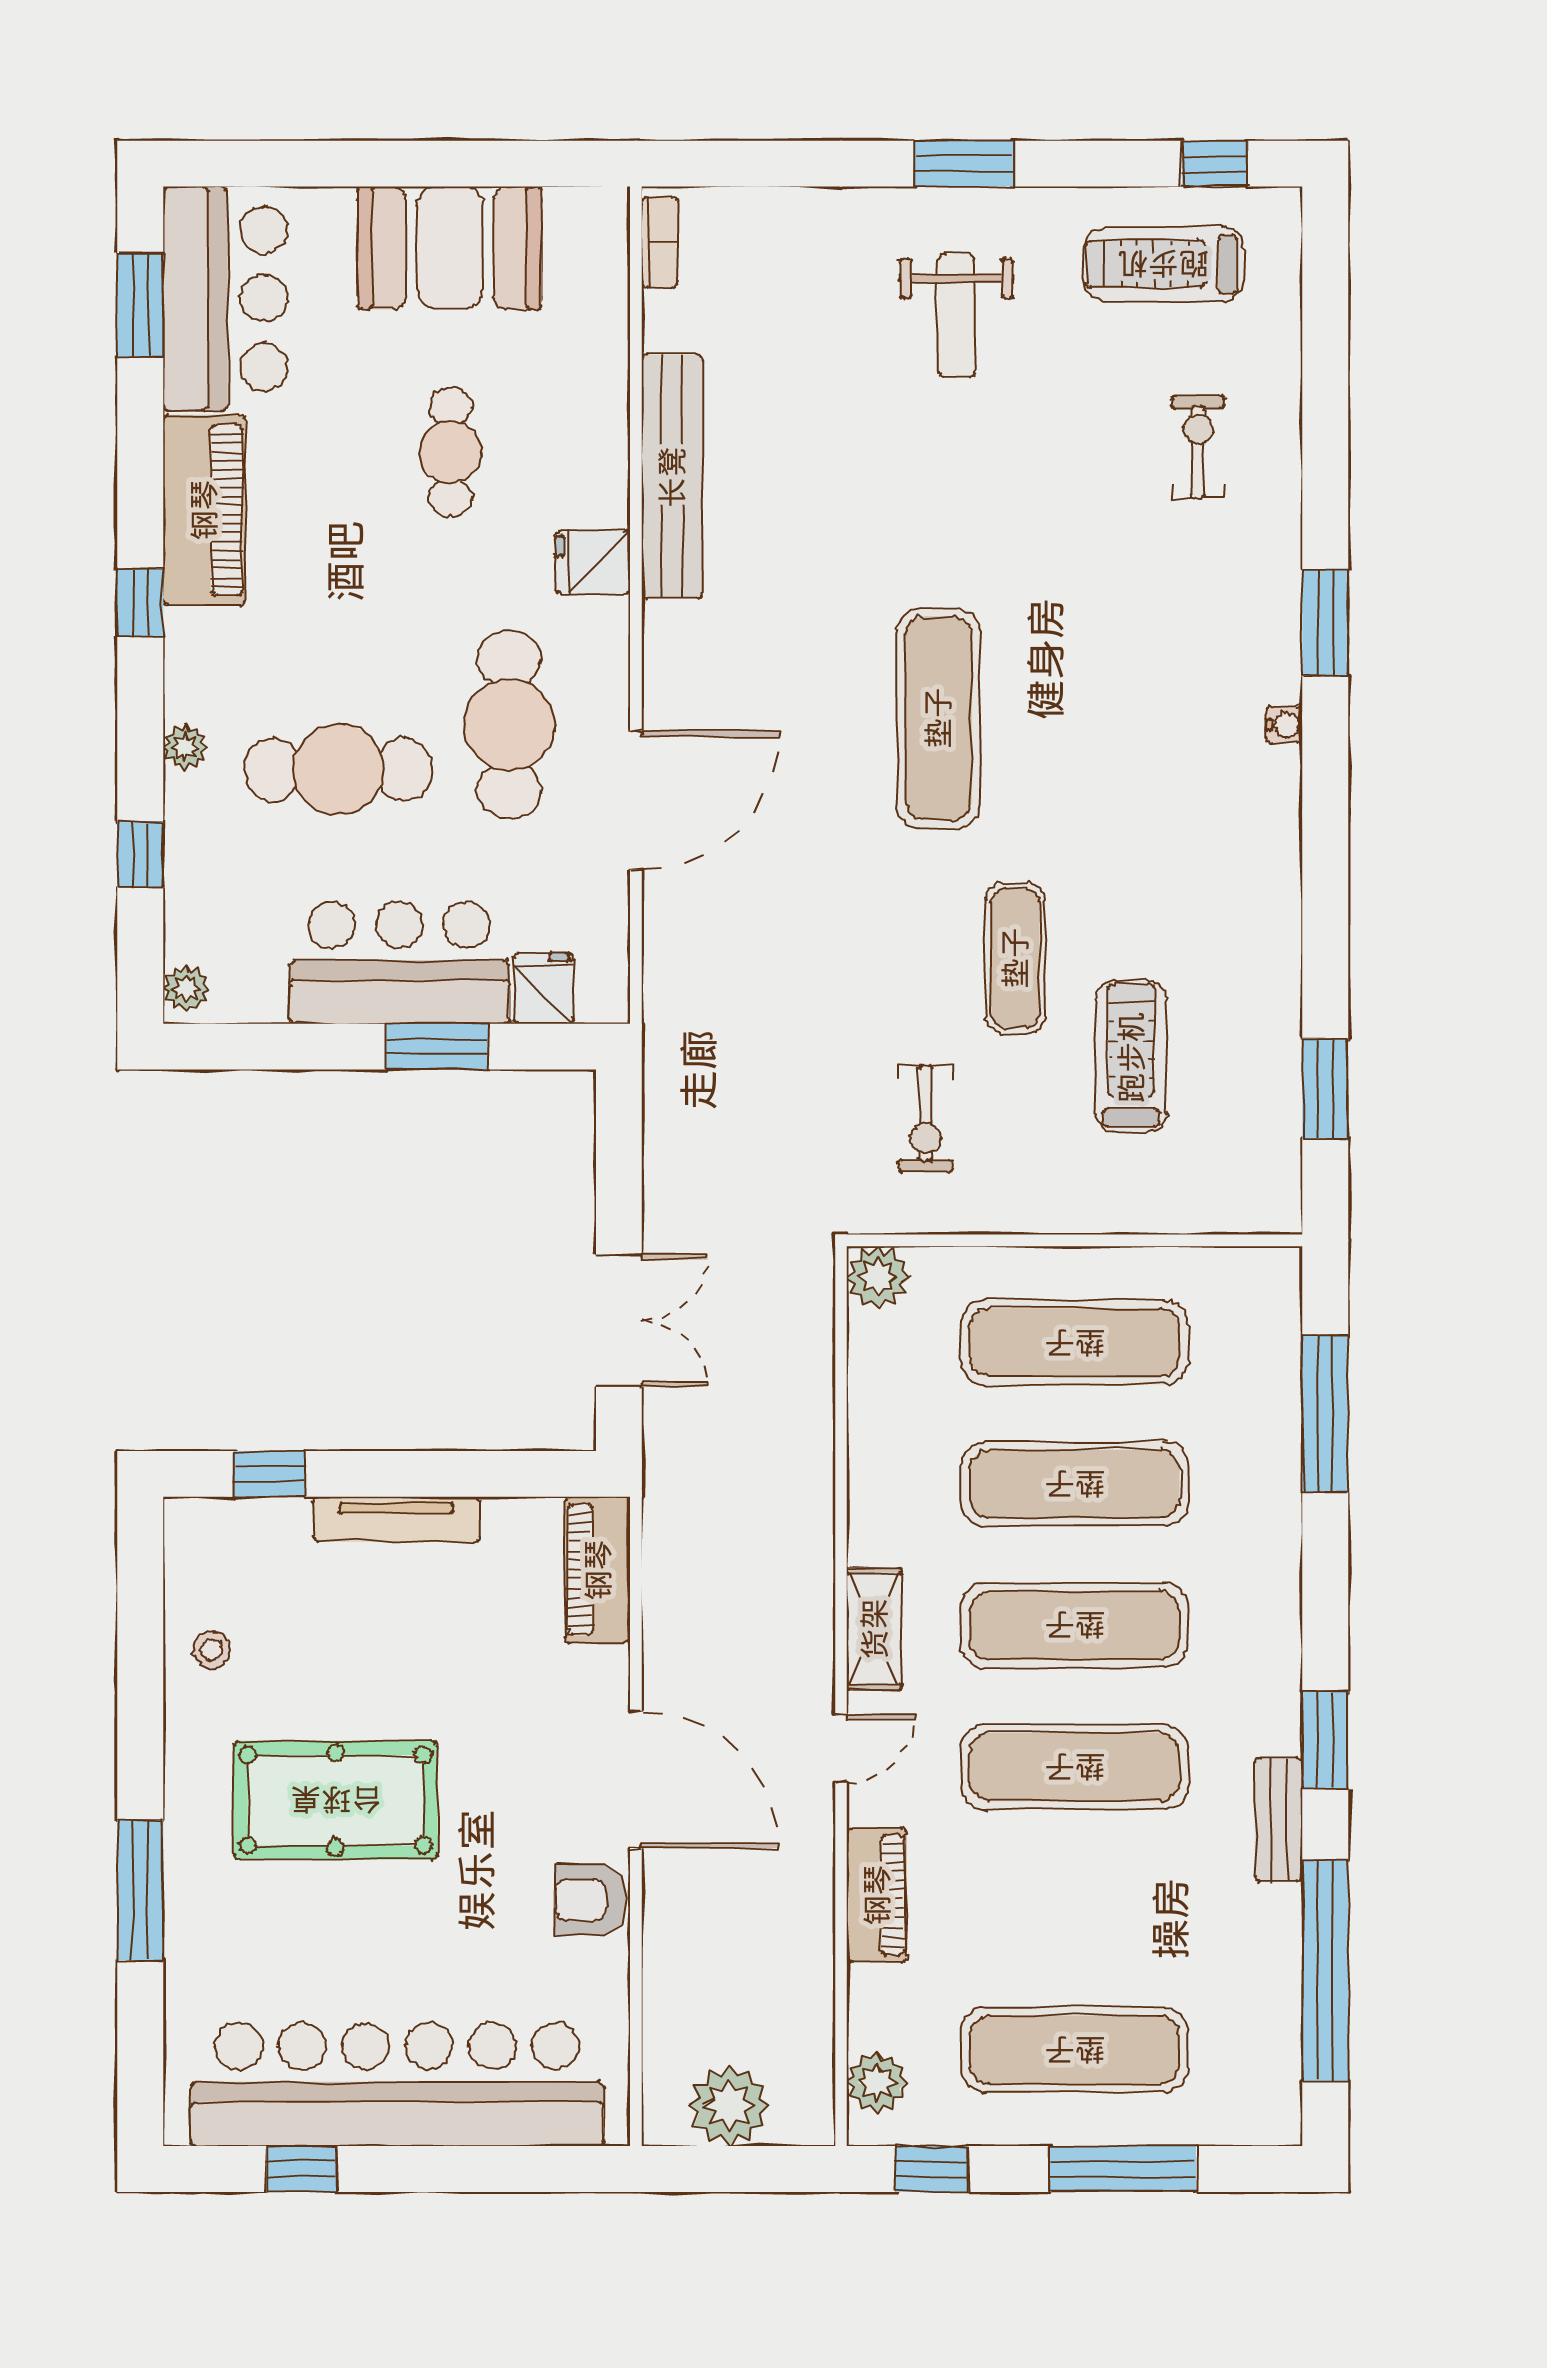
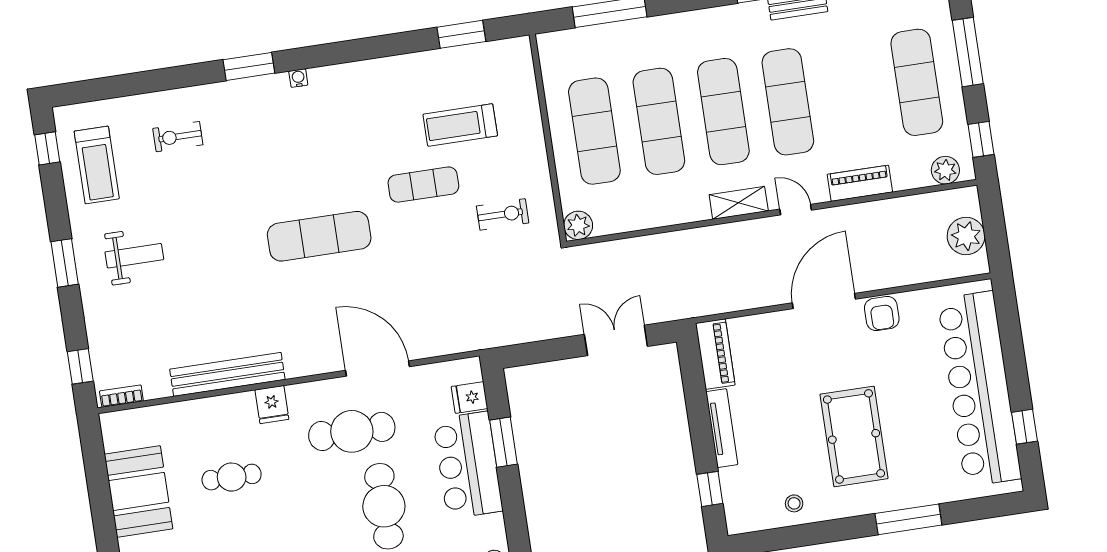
window: (737, 164) -> (80, 366), added
piano: (598, 1570) -> (715, 354), moved, turned -90

